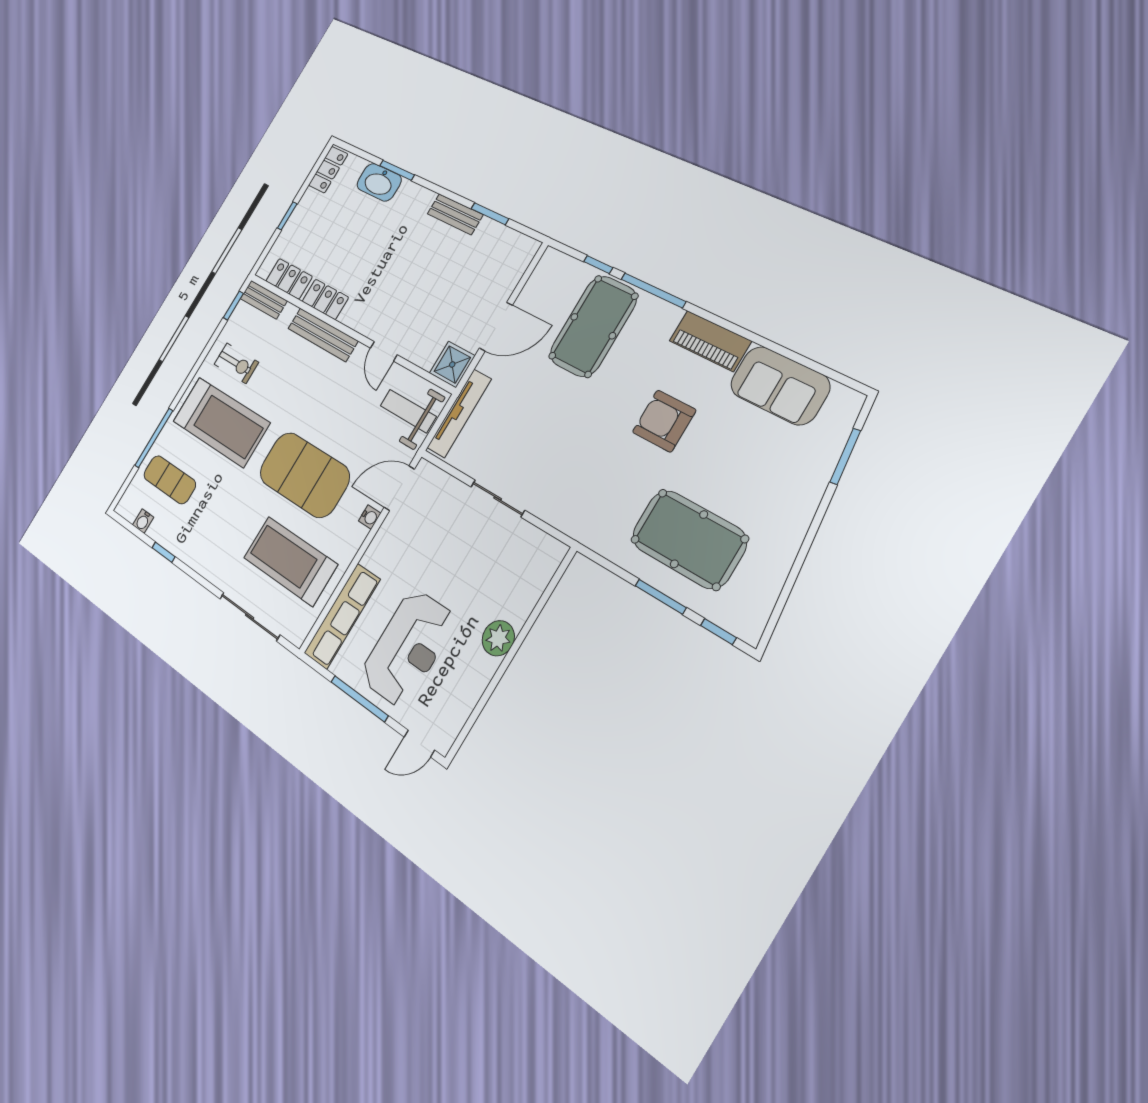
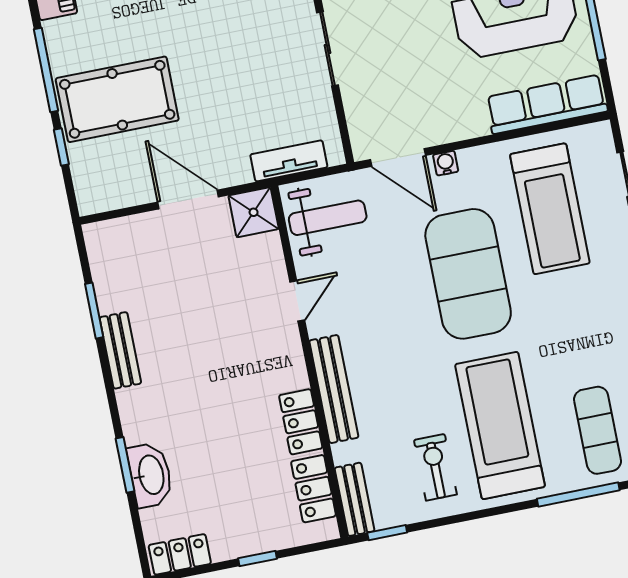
weight bench: (408, 411) -> (328, 218), turned -90
tv unit: (459, 413) -> (289, 161), width x0.71

